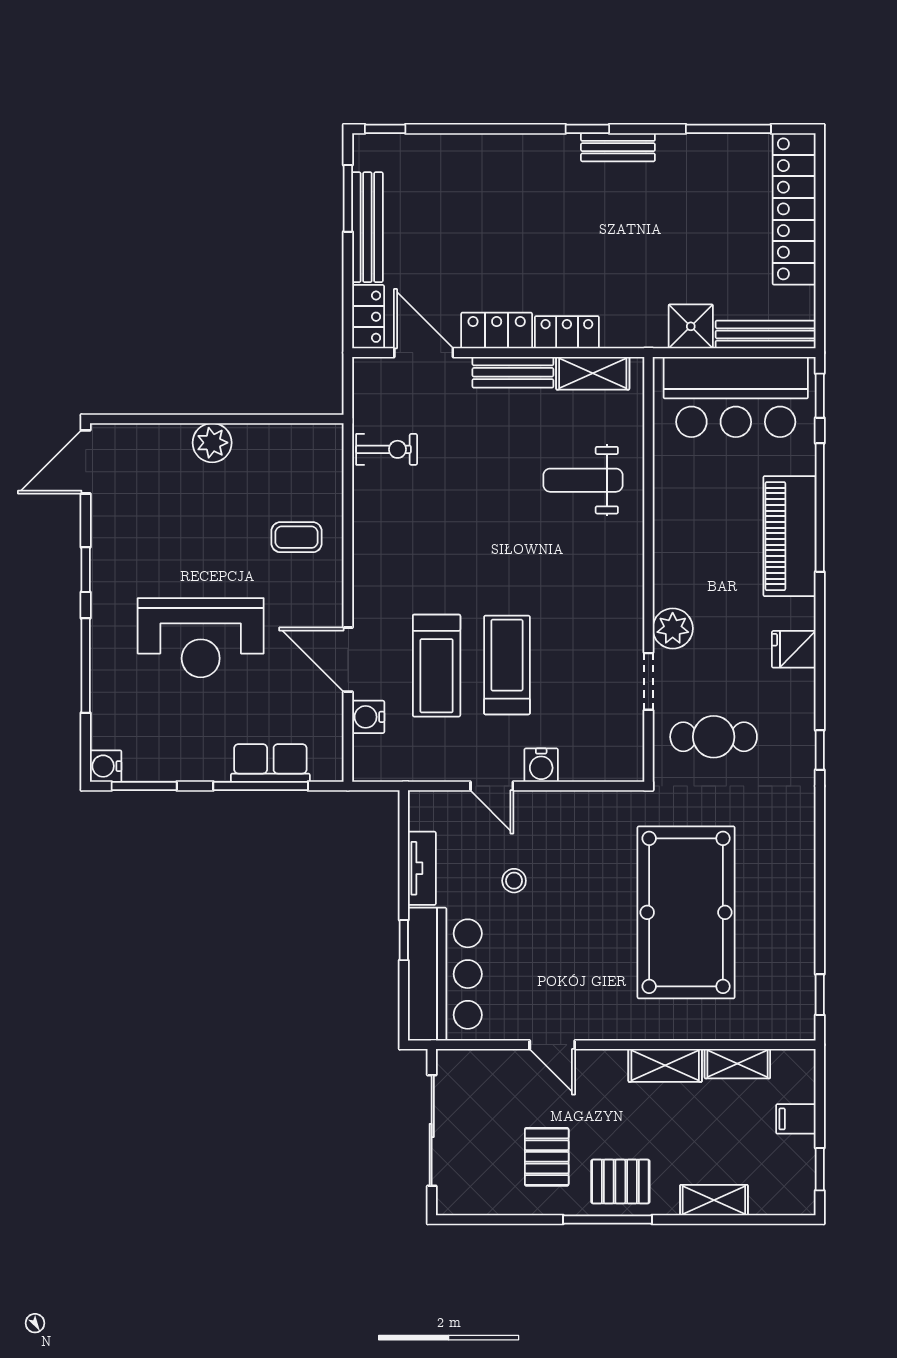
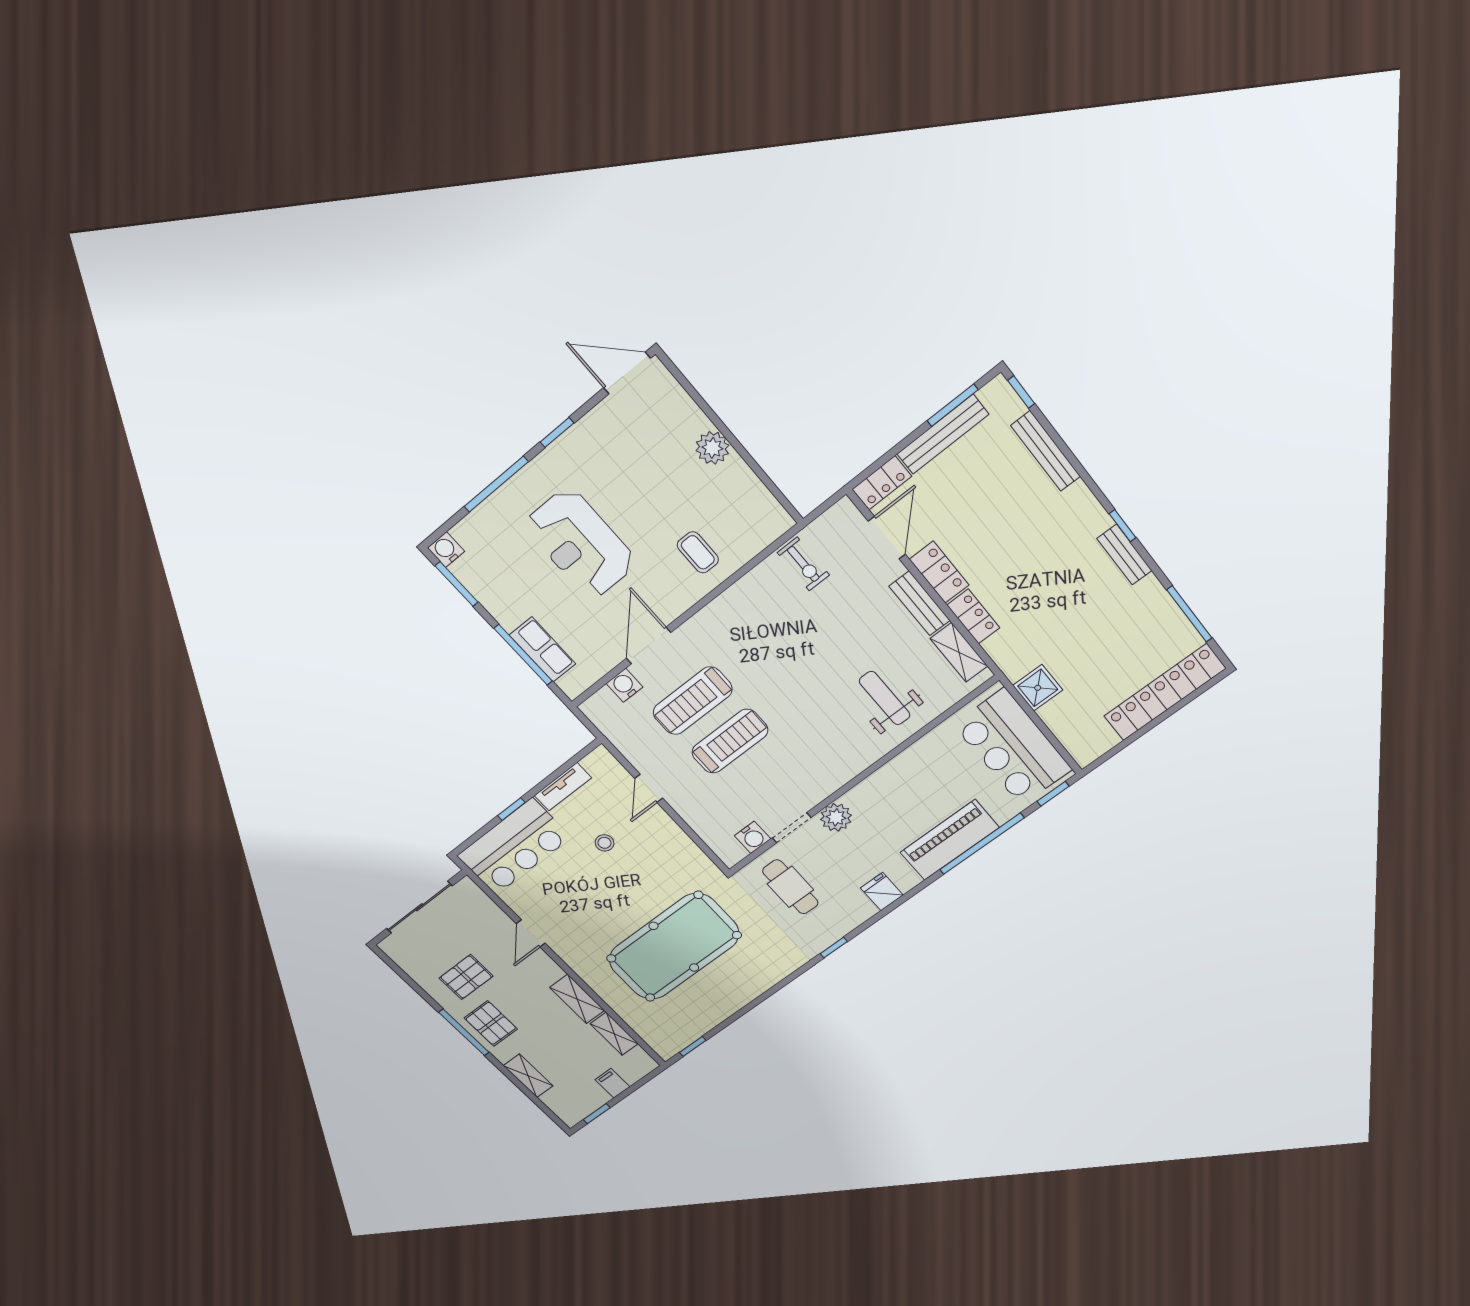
bench: (765, 334) -> (1046, 451), moved
water cooler: (541, 765) -> (753, 837), moved, turned -90

